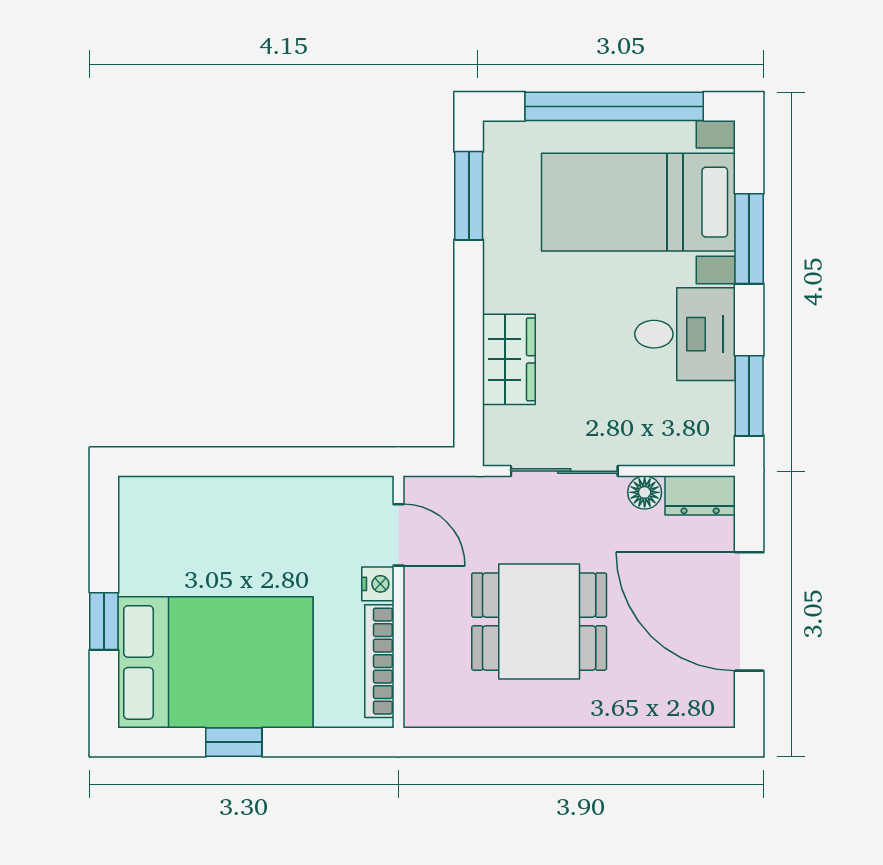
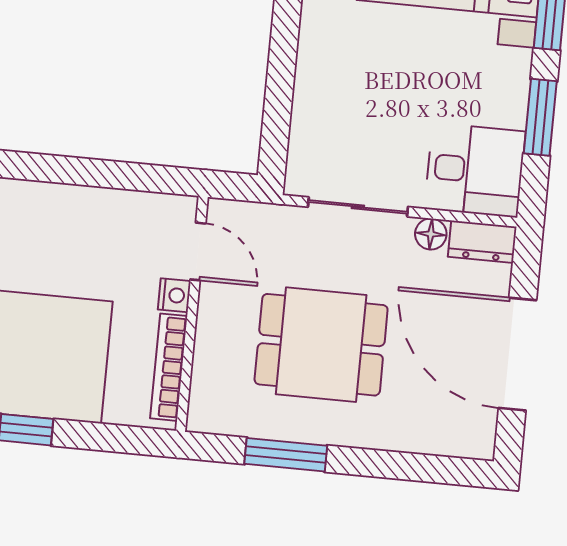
desk: (685, 334) -> (475, 170), moved
wardrobe: (509, 359) -> (316, 98), removed
window: (749, 396) -> (540, 117), moved
window: (513, 742) -> (286, 455), added

